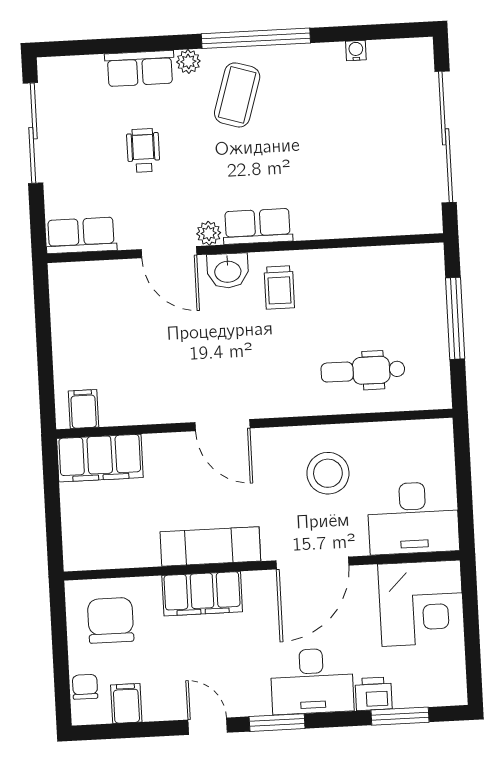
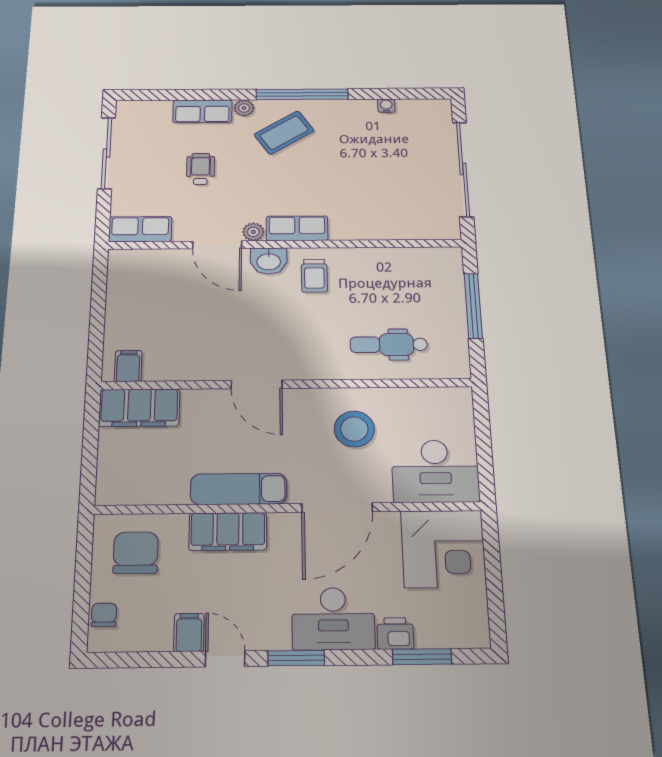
coffee table: (237, 95) -> (284, 133), turned 40
filing cabinet: (126, 703) -> (189, 632), moved

